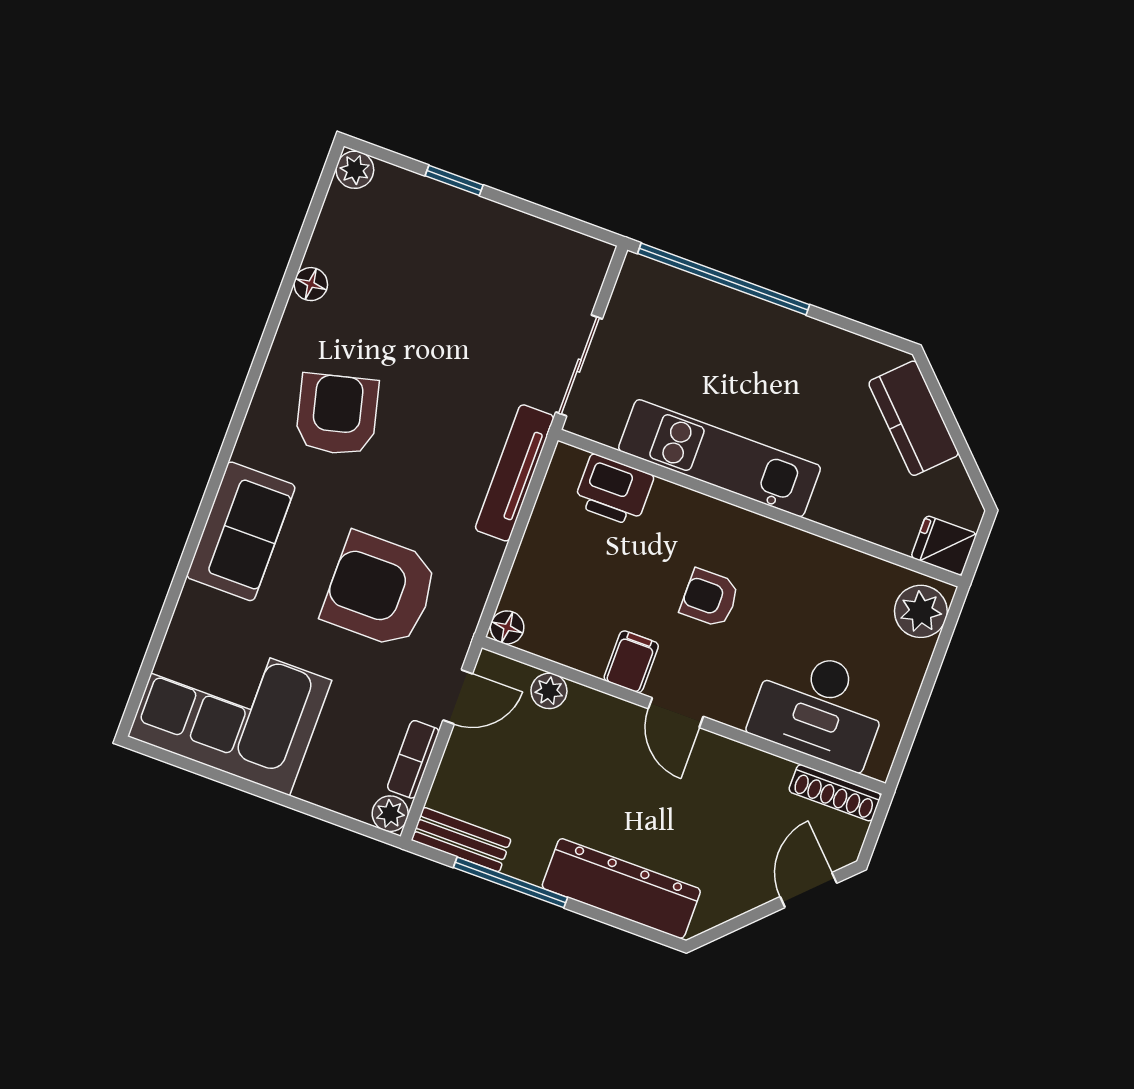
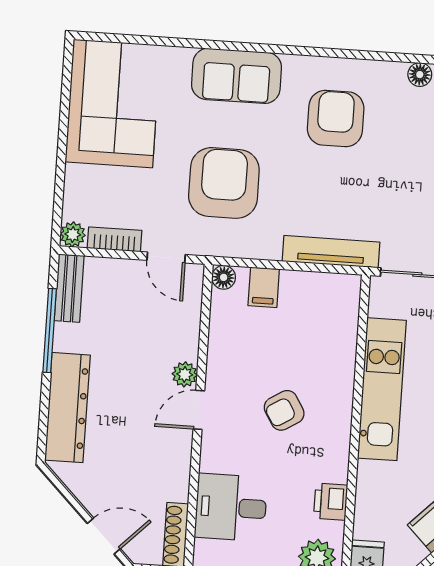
armchair: (337, 415) -> (336, 119), turned -76
printer: (614, 490) -> (331, 502), moved, width x0.73, depth x0.81
armchair: (710, 598) -> (284, 410), turned -121
filing cabinet: (631, 662) -> (264, 287), moved, turned 90
plant: (549, 691) -> (185, 374), moved
desk: (819, 708) -> (231, 507), width x0.73

